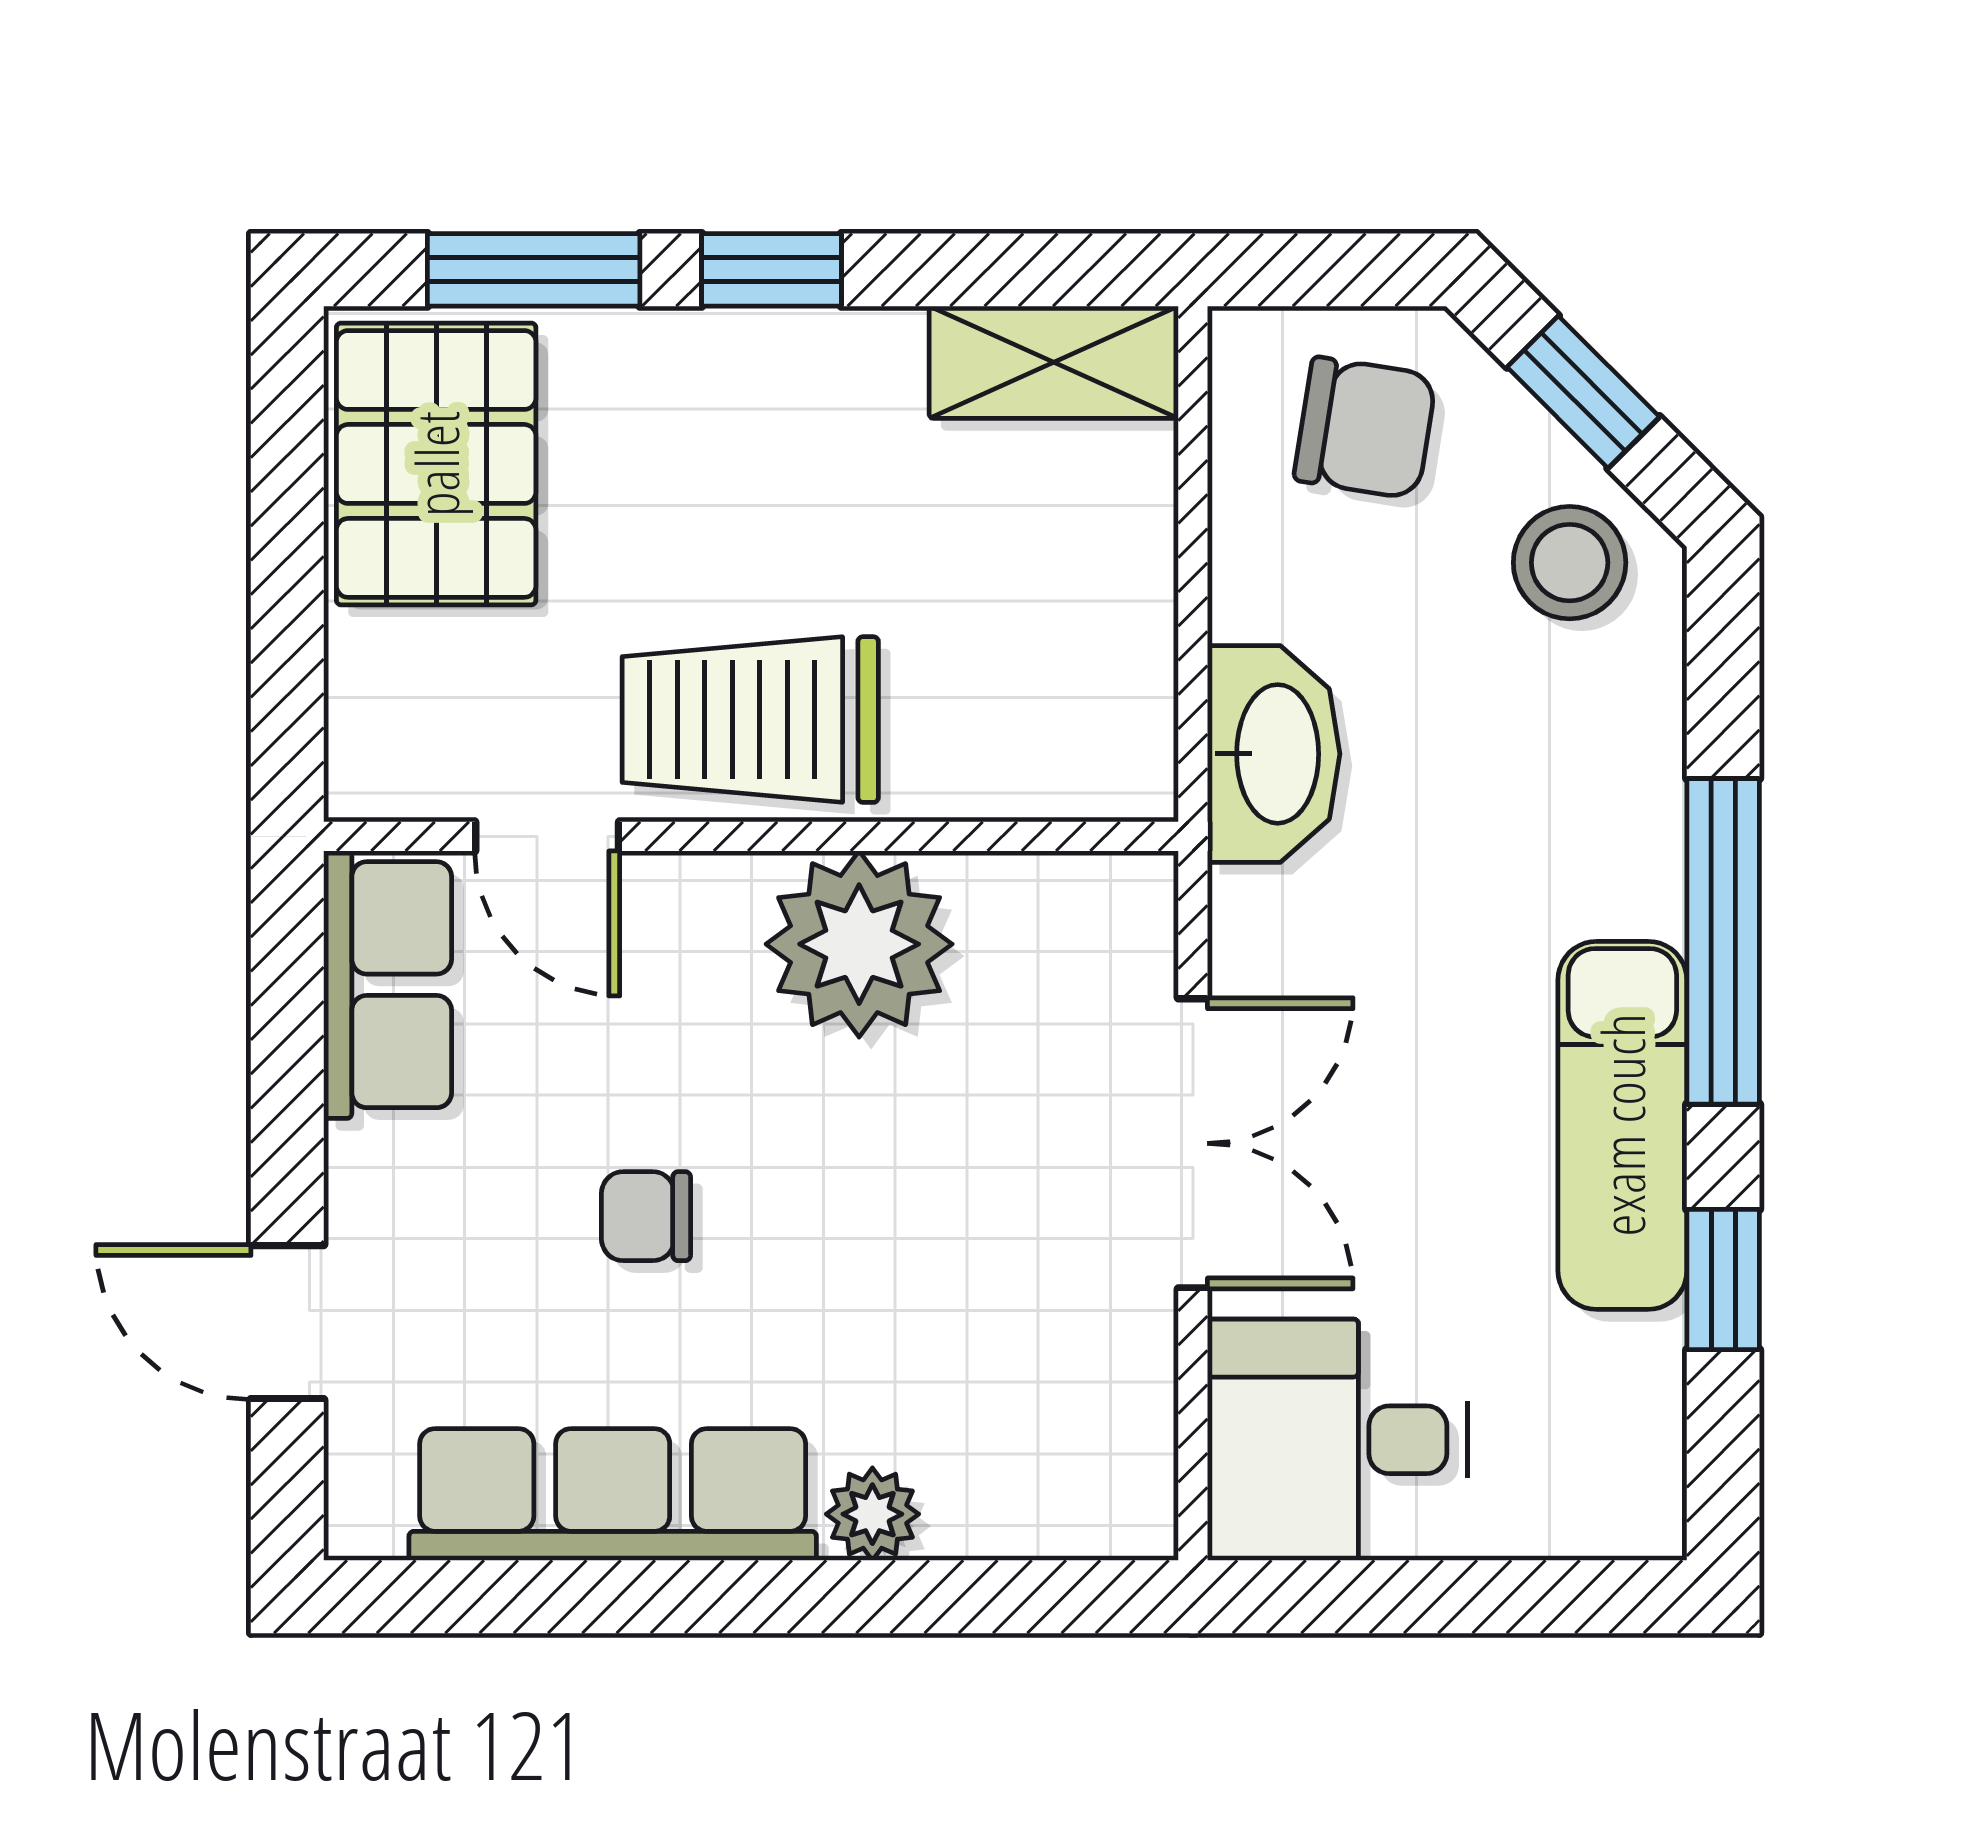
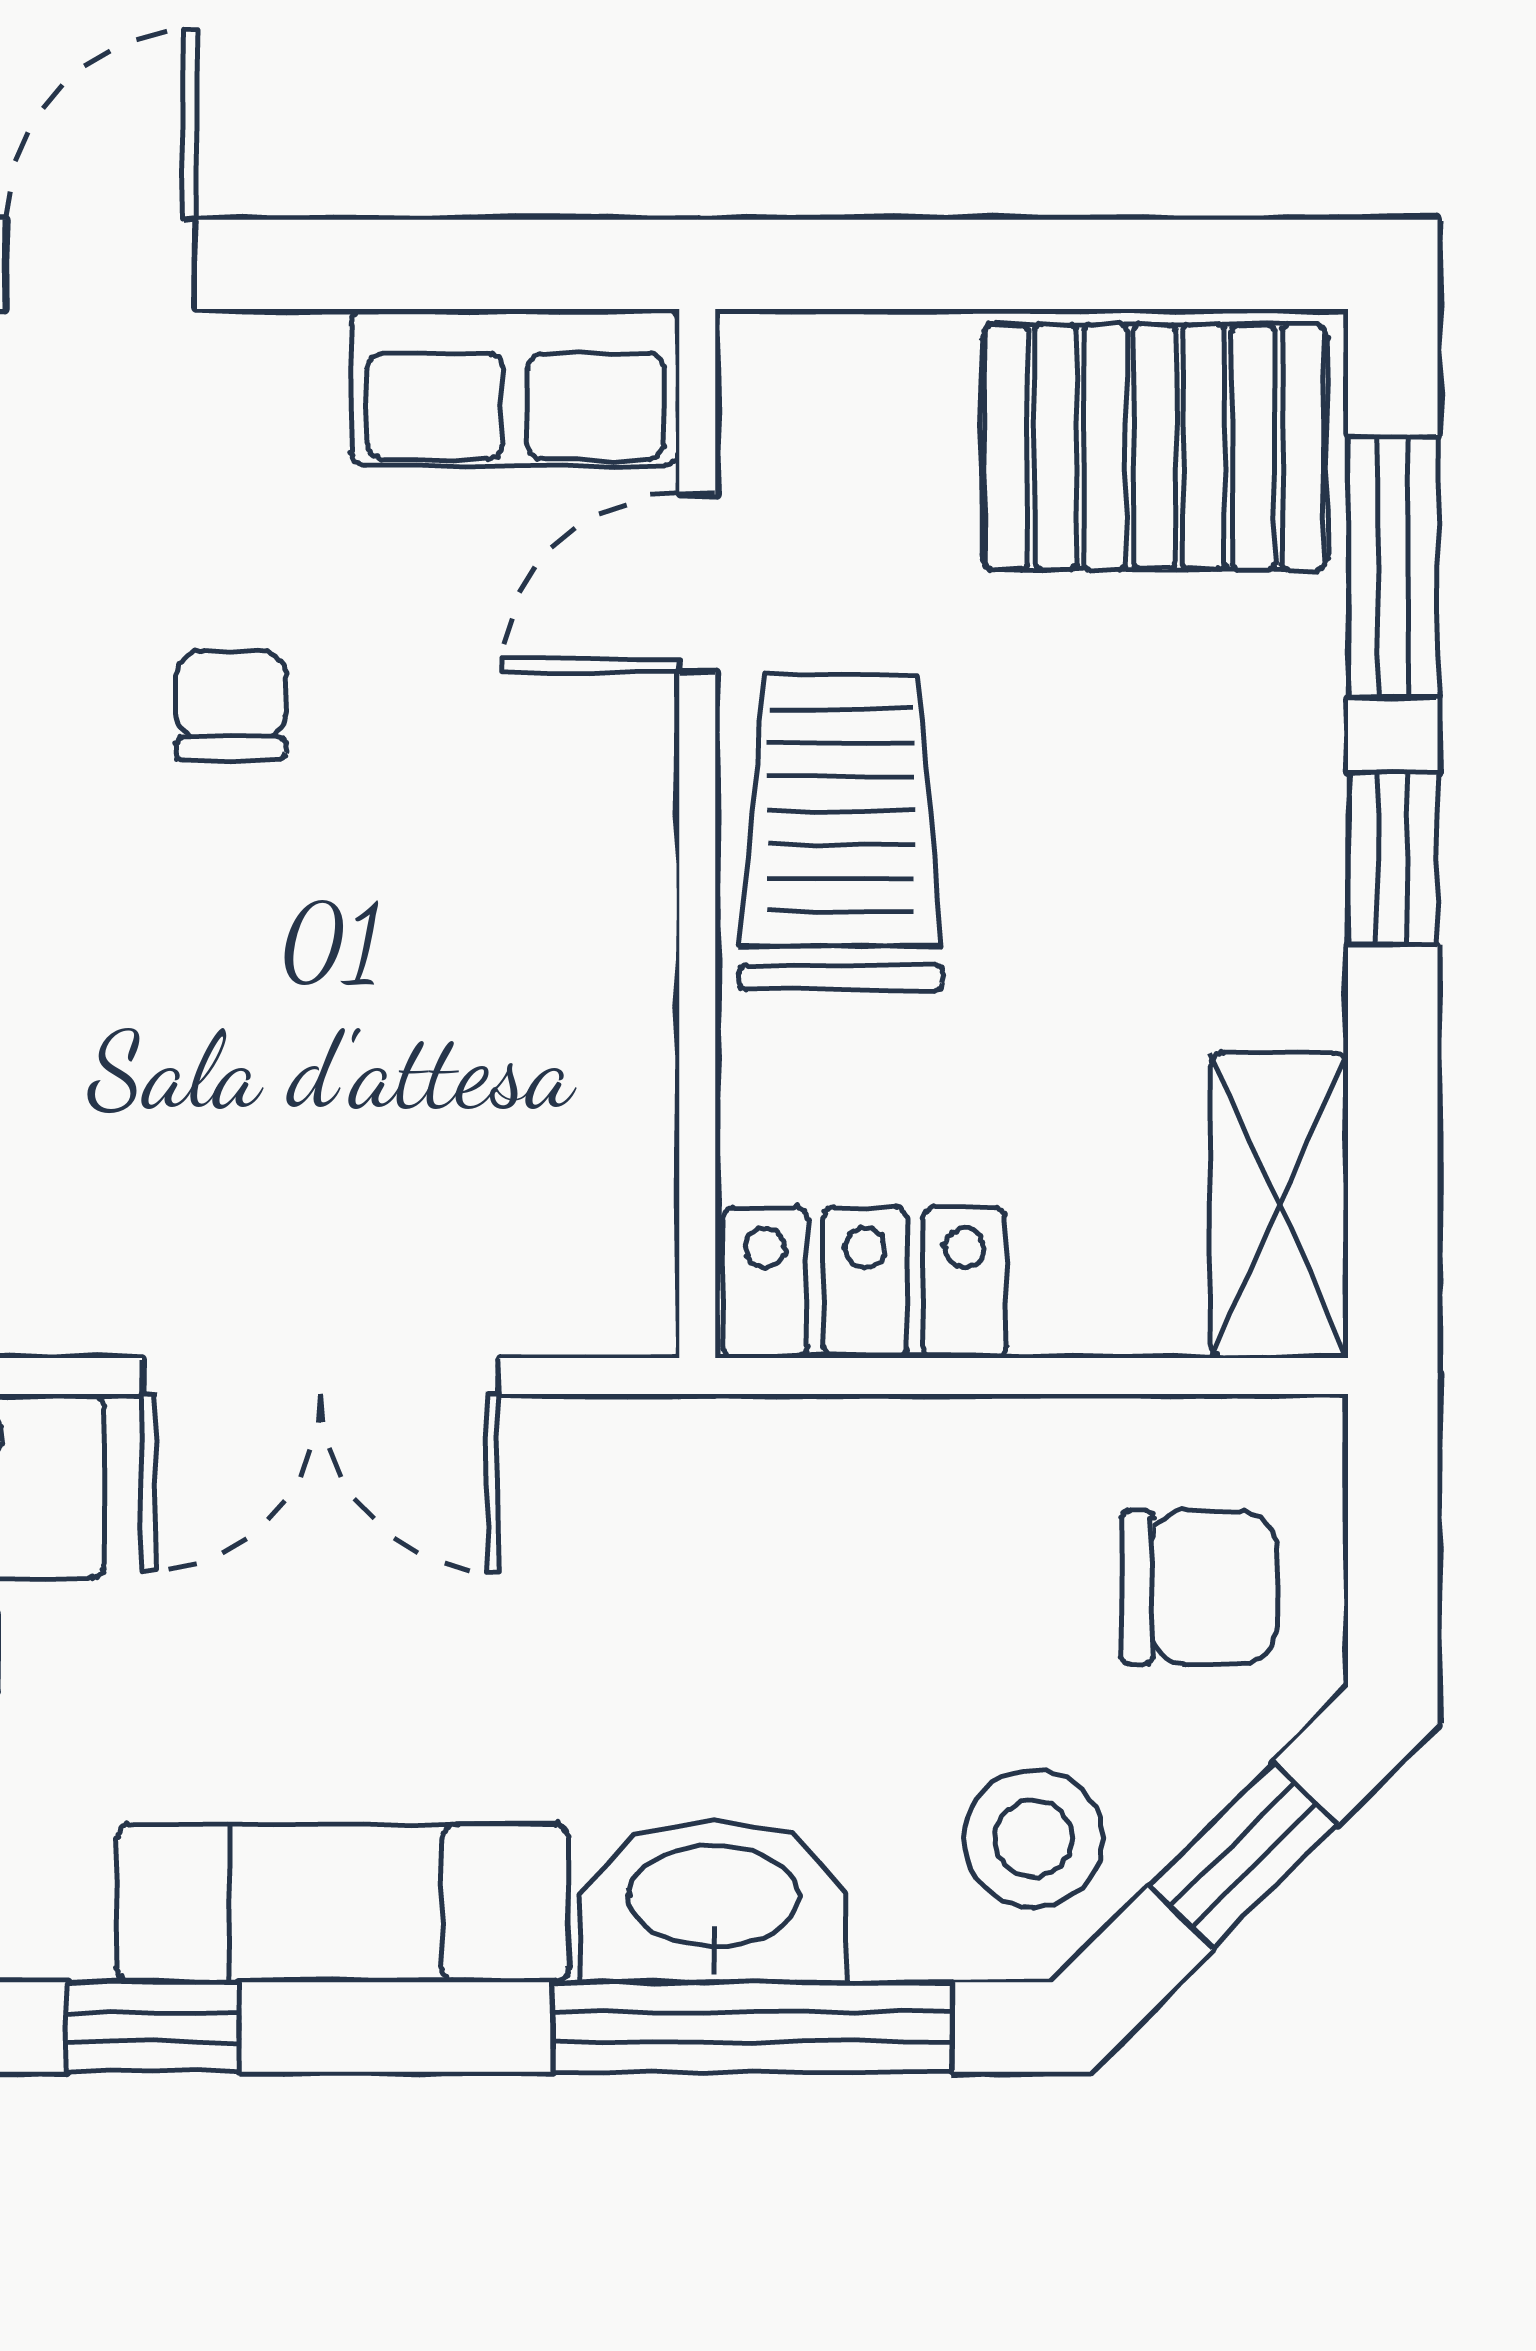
chair: (1365, 428) -> (1199, 1587), turned -99
locker: (1117, 700) -> (865, 1283), added
washbasin: (1274, 754) -> (713, 1901), moved, turned 180
window: (1723, 941) -> (753, 2027), moved
plant: (859, 944) -> (565, 966), removed

